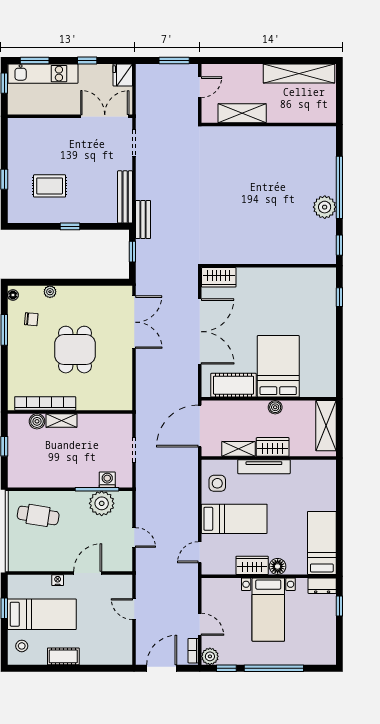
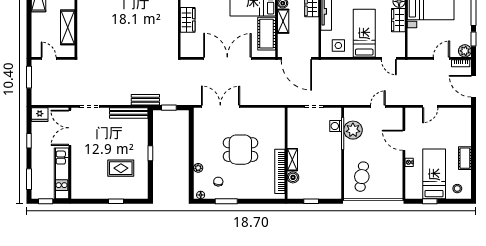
kitchen unit: (43, 74) -> (62, 173), moved, turned 180
rug: (50, 186) -> (121, 168), turned 90
wardrobe: (219, 277) -> (188, 20), moved
shelving: (239, 449) -> (283, 21), moved

